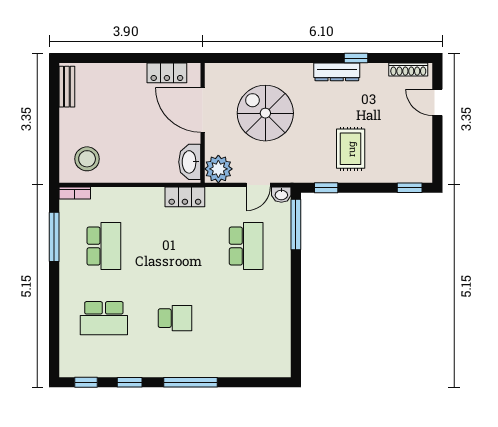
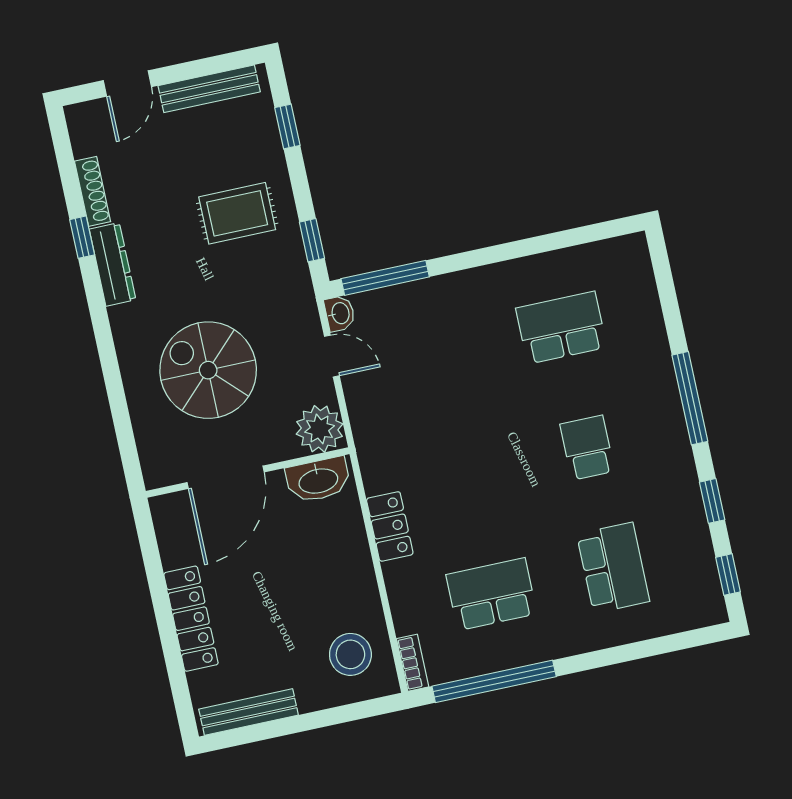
shoe rack: (408, 70) -> (93, 191), moved
locker: (167, 73) -> (191, 619), moved, width x1.53
bench: (67, 87) -> (249, 712), width x1.36
spiral stairs: (265, 113) -> (208, 370), turned 90
bench: (424, 148) -> (209, 89), added
window: (410, 188) -> (287, 126), moved
locker: (185, 197) -> (390, 526), moved
window: (54, 237) -> (494, 681), width x1.46
school desk: (246, 246) -> (561, 328), moved

